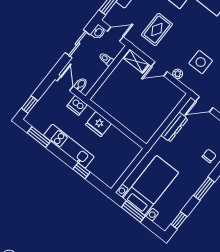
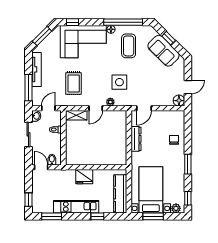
dishwasher: (77, 105) -> (60, 175), removed
kitchen counter: (119, 167) -> (120, 194), added
plant: (160, 221) -> (176, 208), added

